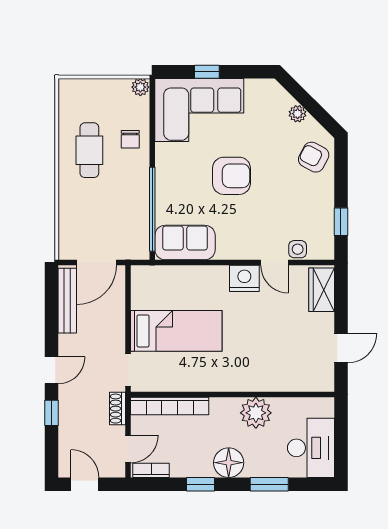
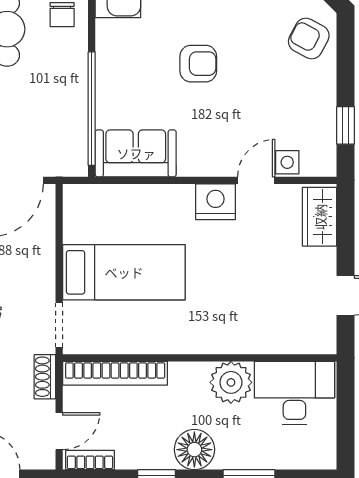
armchair: (231, 176) -> (198, 64), width x0.72, depth x0.72
door: (275, 263) -> (256, 180), swing flipped
desk: (311, 448) -> (294, 393), moved, turned -90

